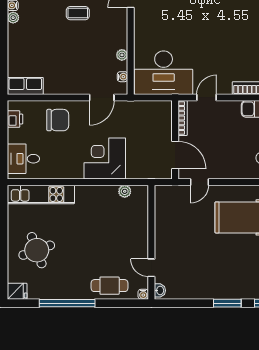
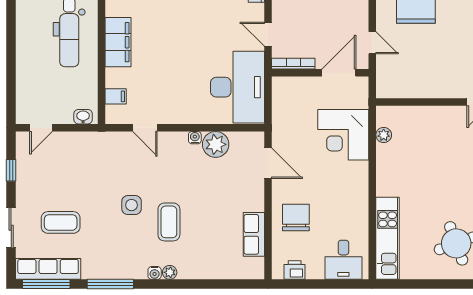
coffee table: (78, 13) -> (169, 222), moved, width x1.36, depth x1.30
plant: (122, 55) -> (216, 144), width x1.88, depth x1.88
water cooler: (123, 77) -> (195, 138), moved
row of seats: (25, 86) -> (254, 234), moved
corner desk: (105, 158) -> (343, 135), moved

